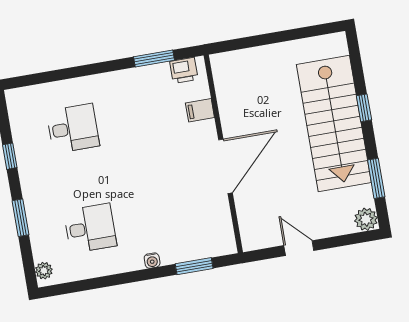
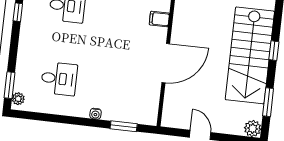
window: (20, 218) -> (10, 85), moved

